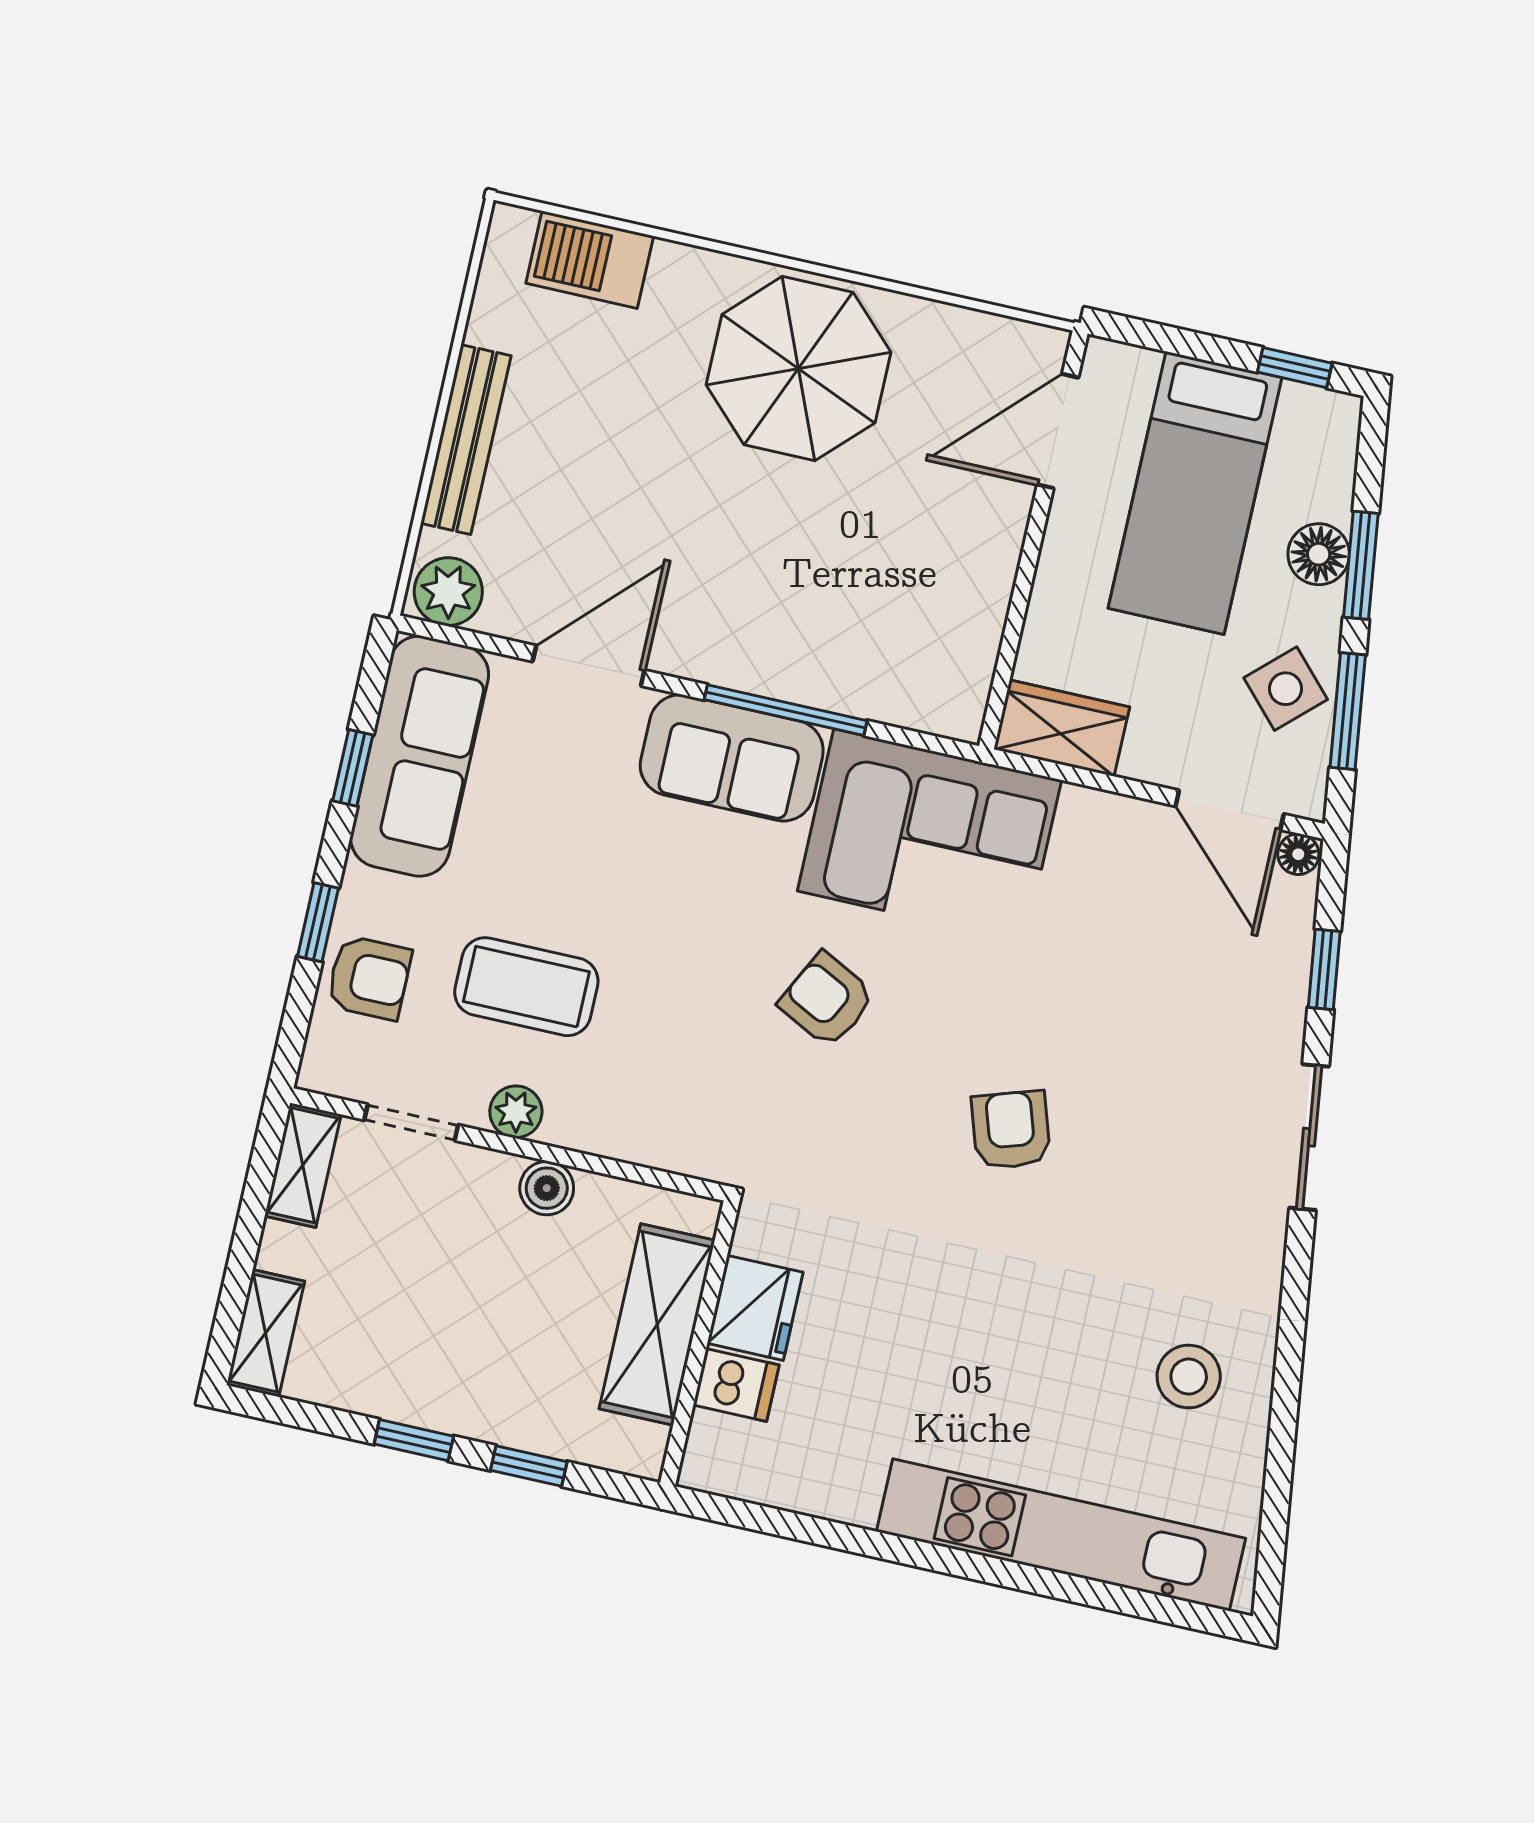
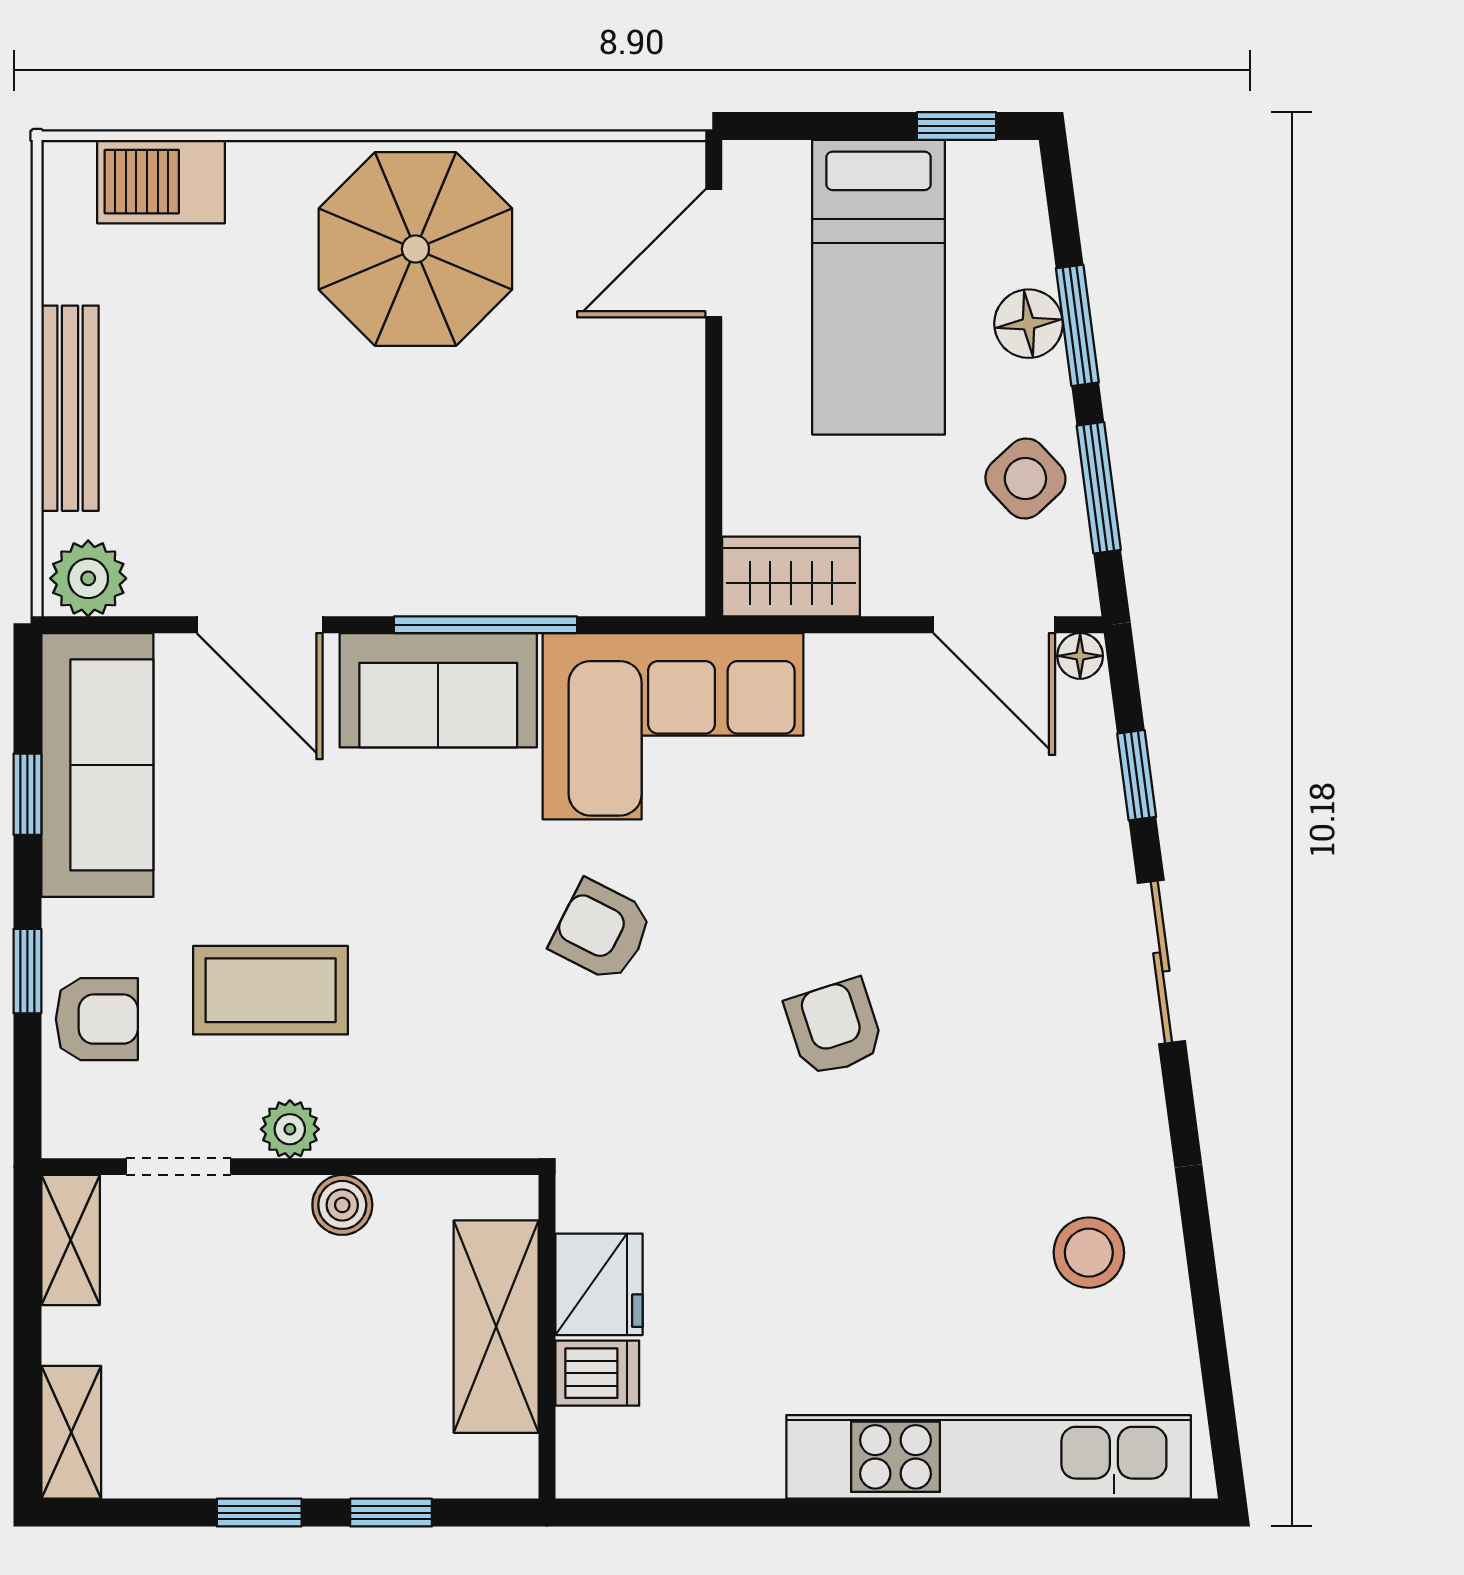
door: (589, 666) -> (260, 625), swing flipped

